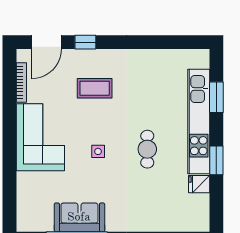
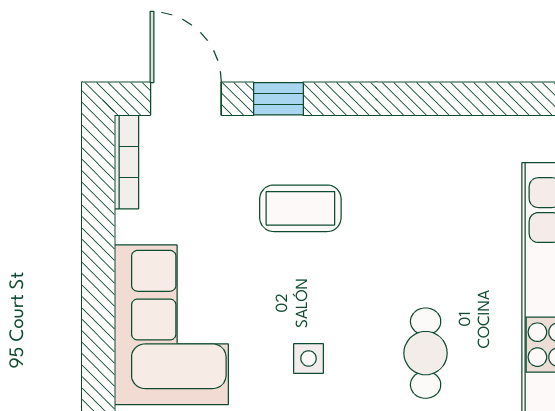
door: (46, 42) -> (186, 99), swing flipped
bookcase: (21, 82) -> (126, 162), moved

